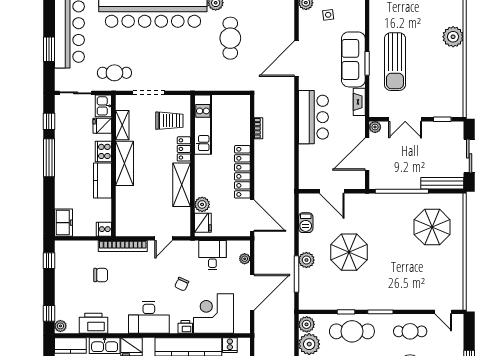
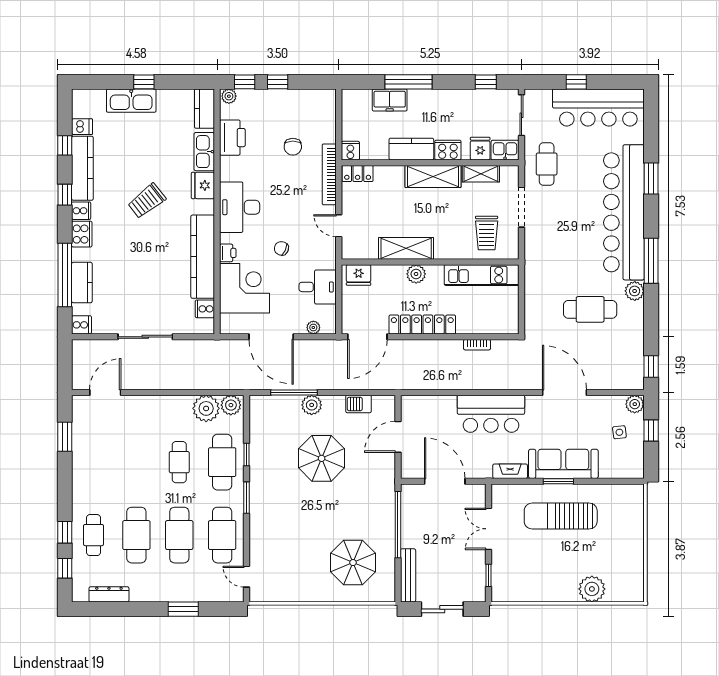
window: (49, 49) -> (576, 82), width x0.67
plant: (375, 127) -> (479, 491), removed
locker: (184, 149) -> (358, 174), moved, turned 180
window: (49, 158) -> (409, 82), moved
plant: (202, 204) -> (416, 274), moved
freezer: (63, 223) -> (390, 100), moved
window: (49, 261) -> (278, 82), moved
door: (443, 312) -> (247, 577), hinge flipped
cafe table: (410, 331) -> (222, 535), width x1.37, depth x1.35

